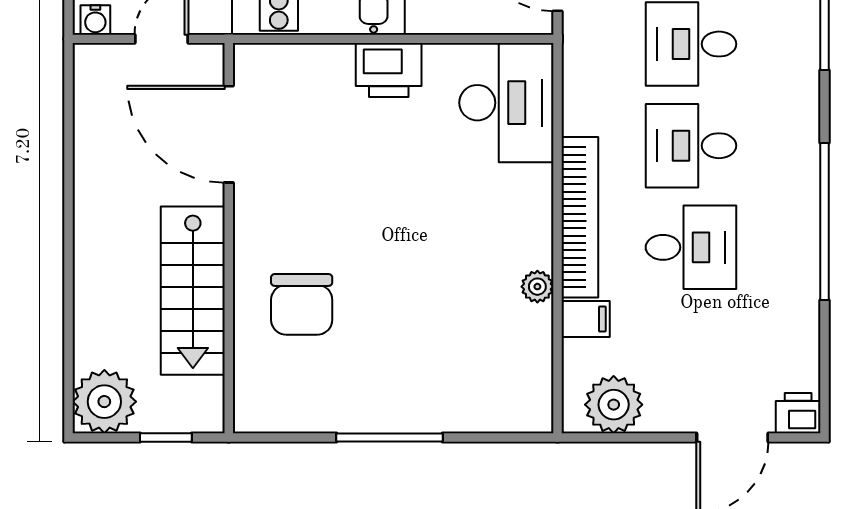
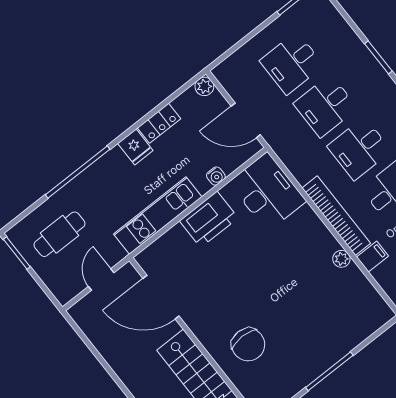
water cooler: (95, 20) -> (216, 176), moved
printer: (389, 70) -> (209, 219), width x1.37, depth x1.19

